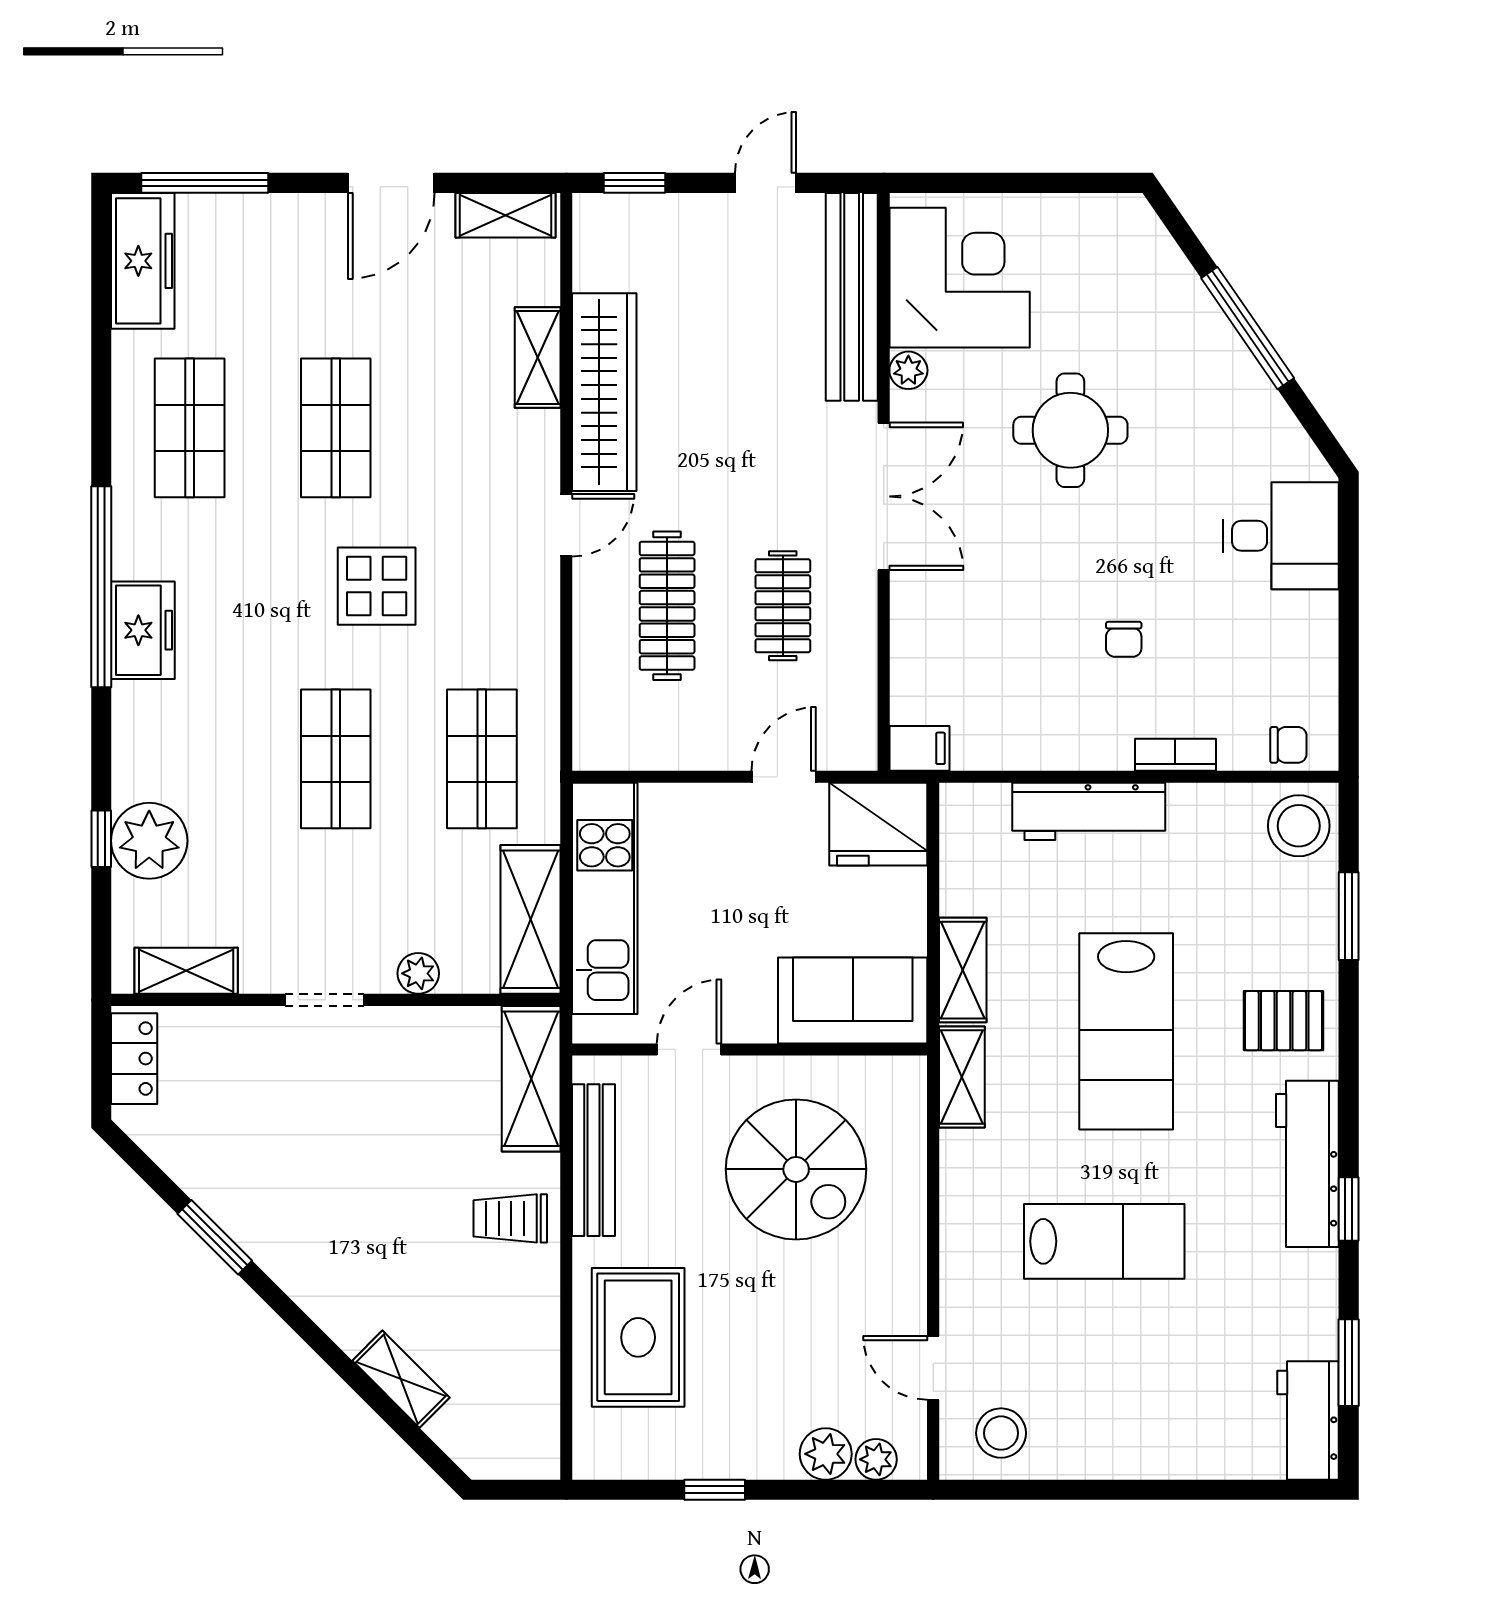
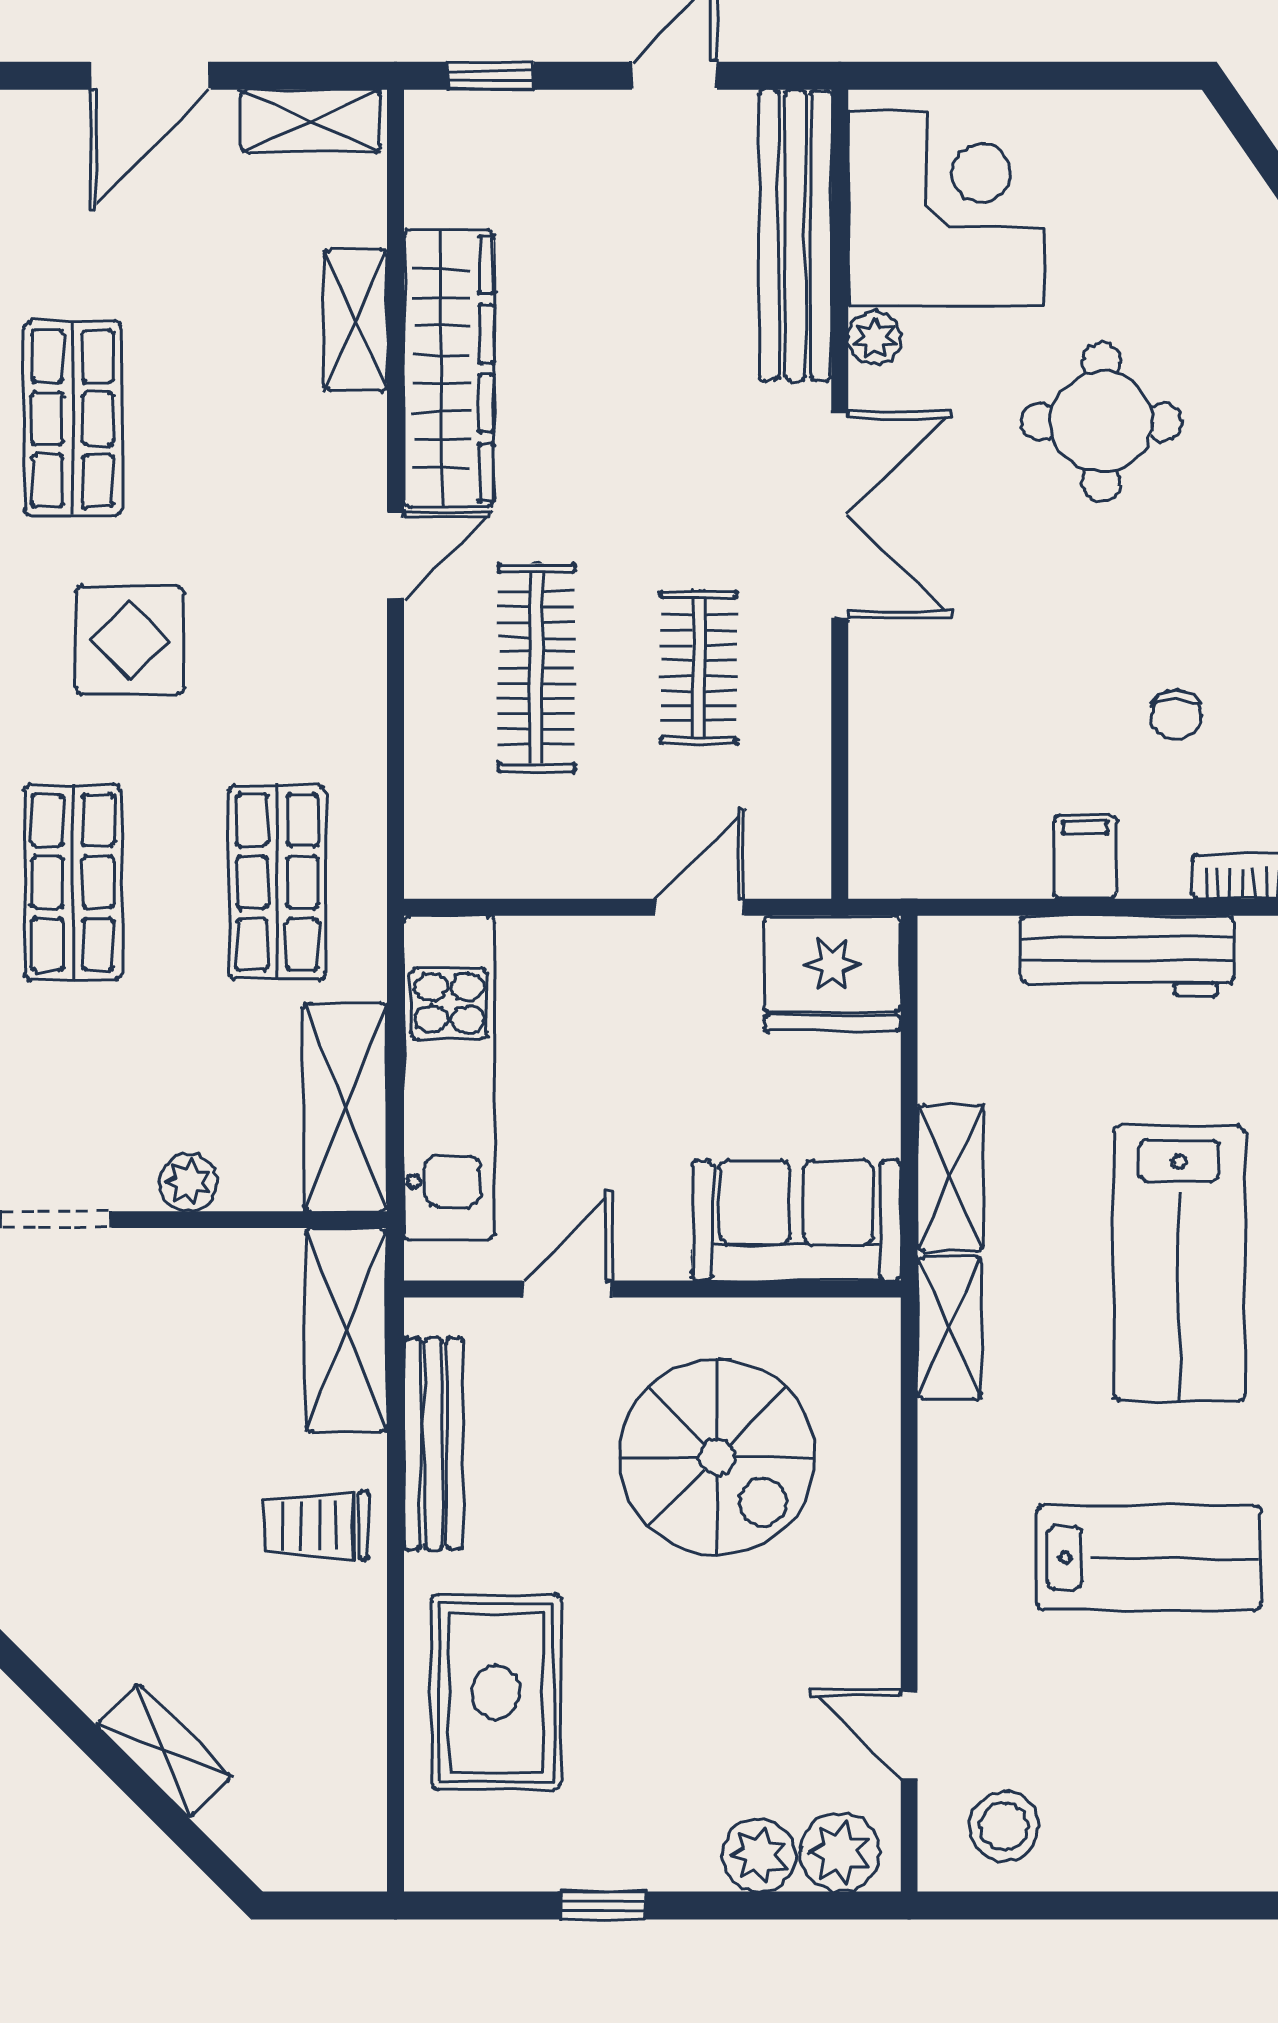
filing cabinet: (919, 748) -> (1085, 857), moved, turned -90
plant: (876, 1459) -> (840, 1852), width x1.38, depth x1.38

